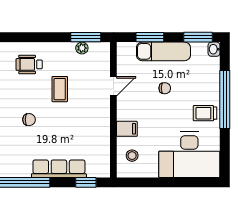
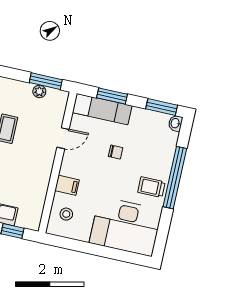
exam couch: (163, 51) -> (102, 109), moved

